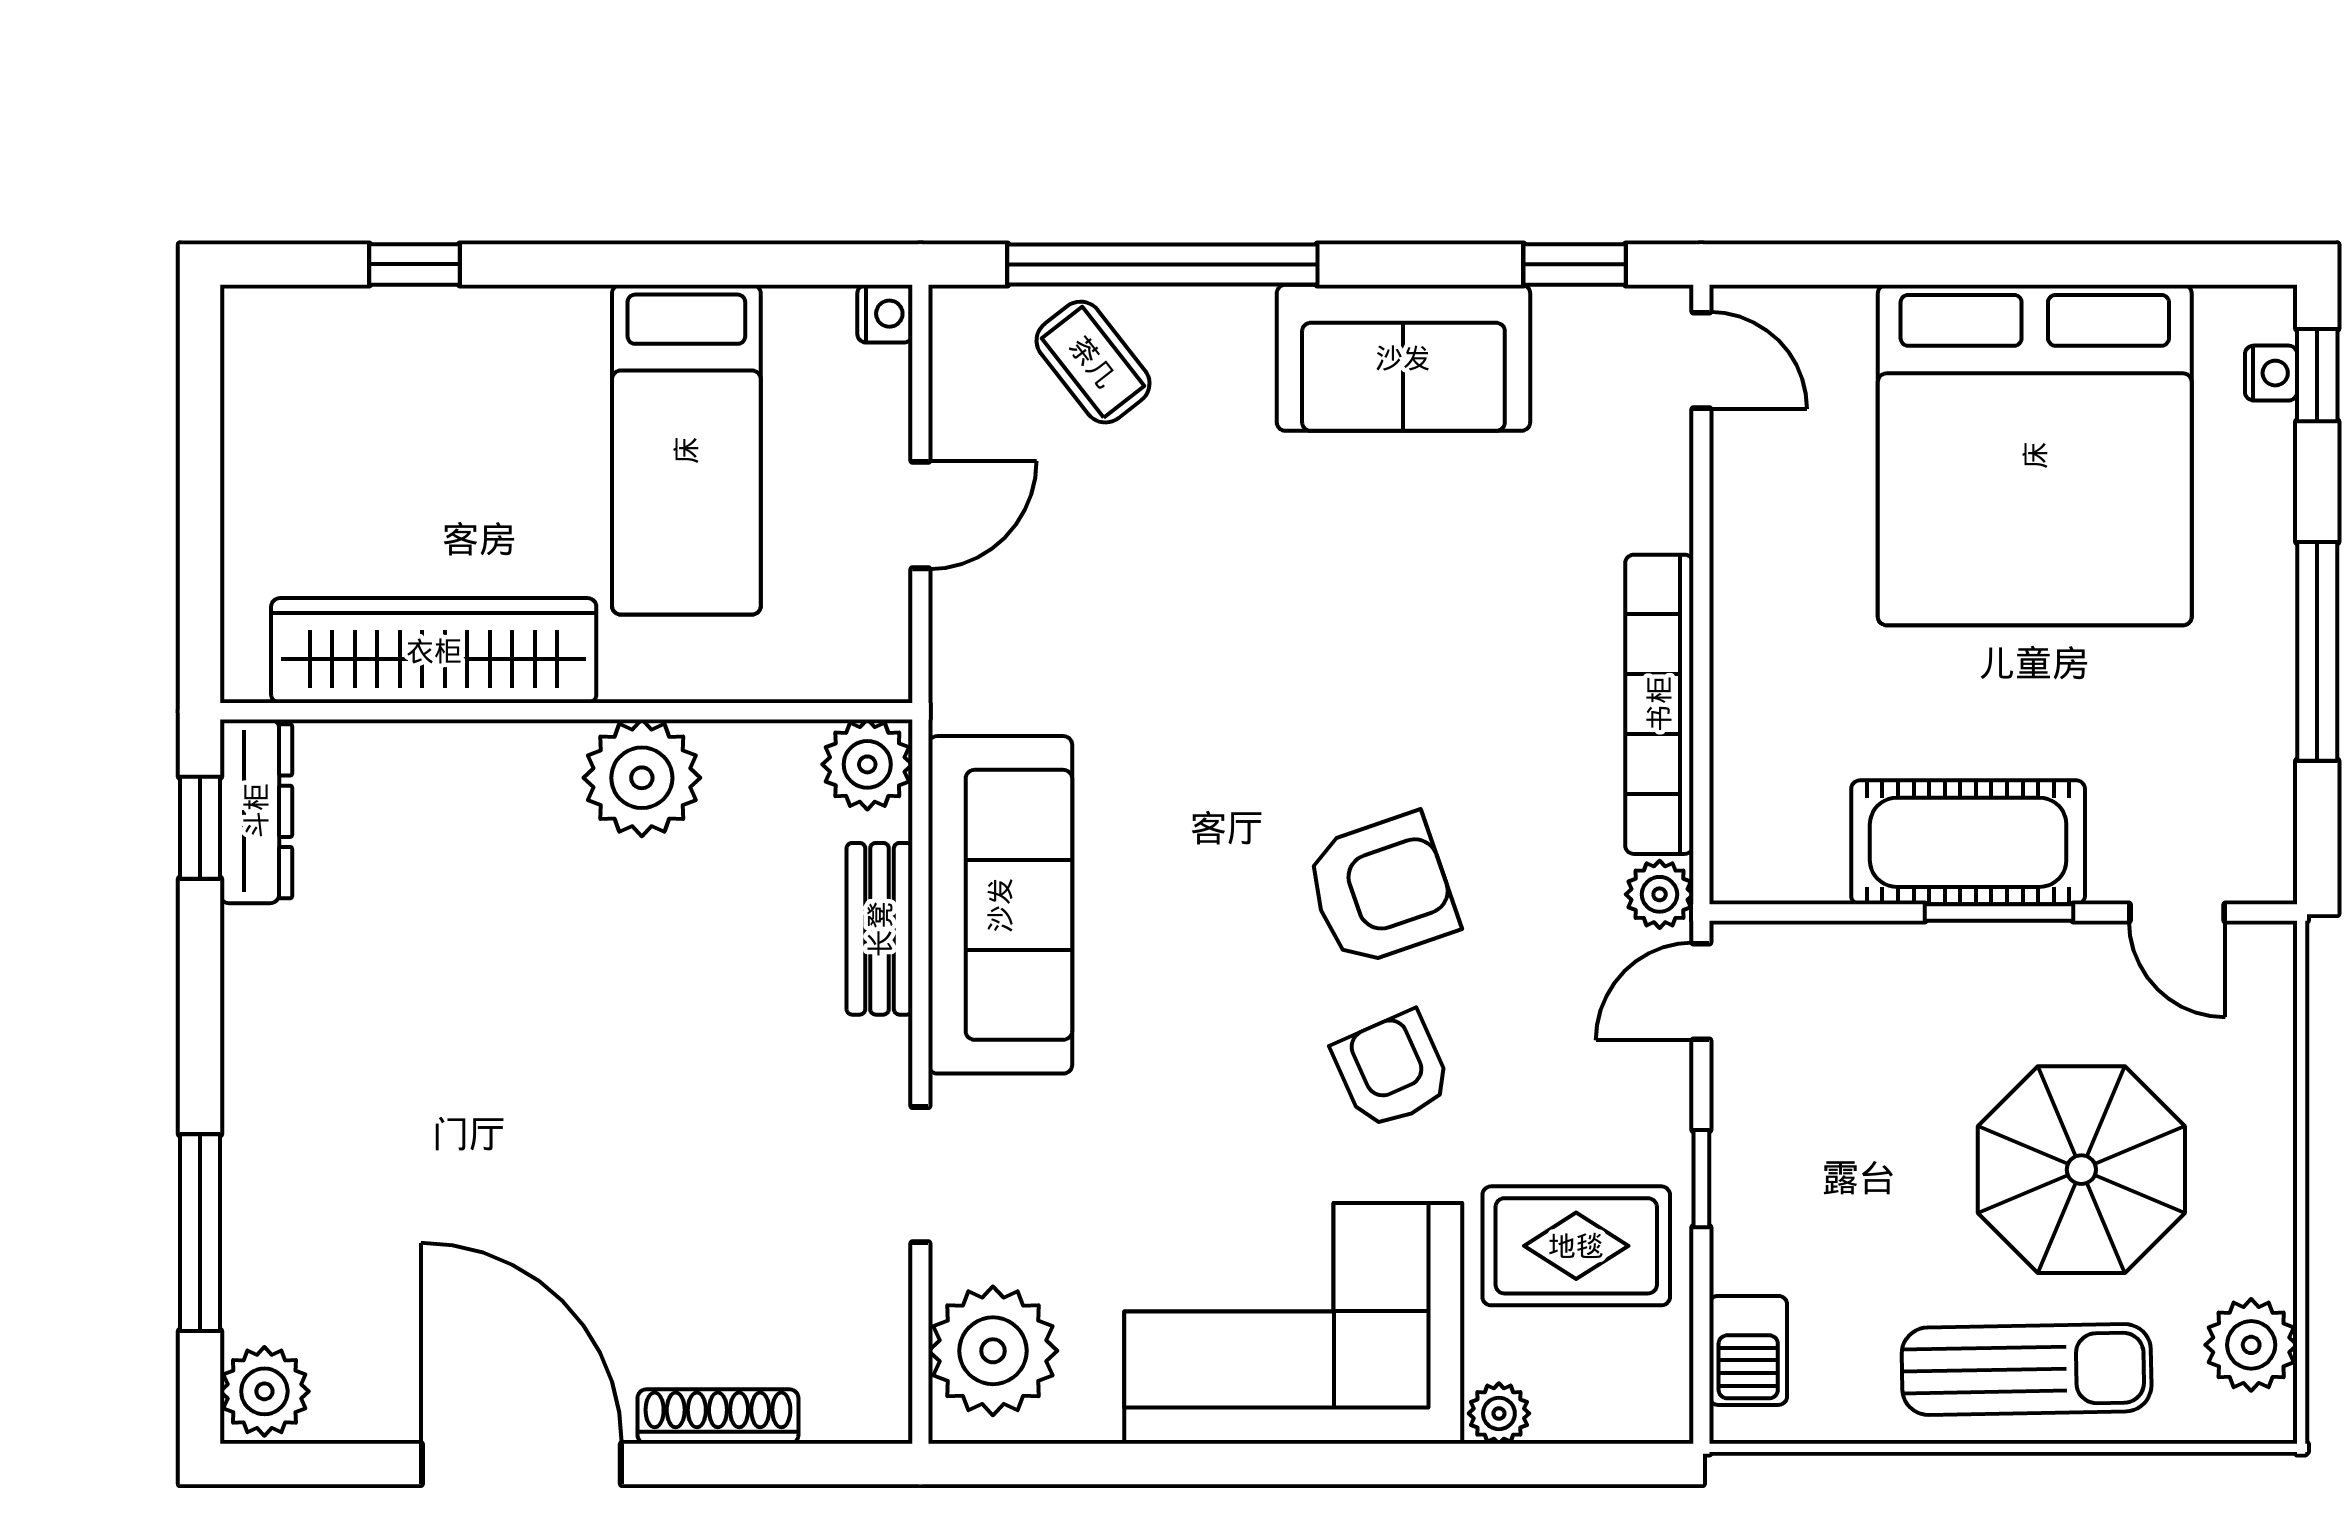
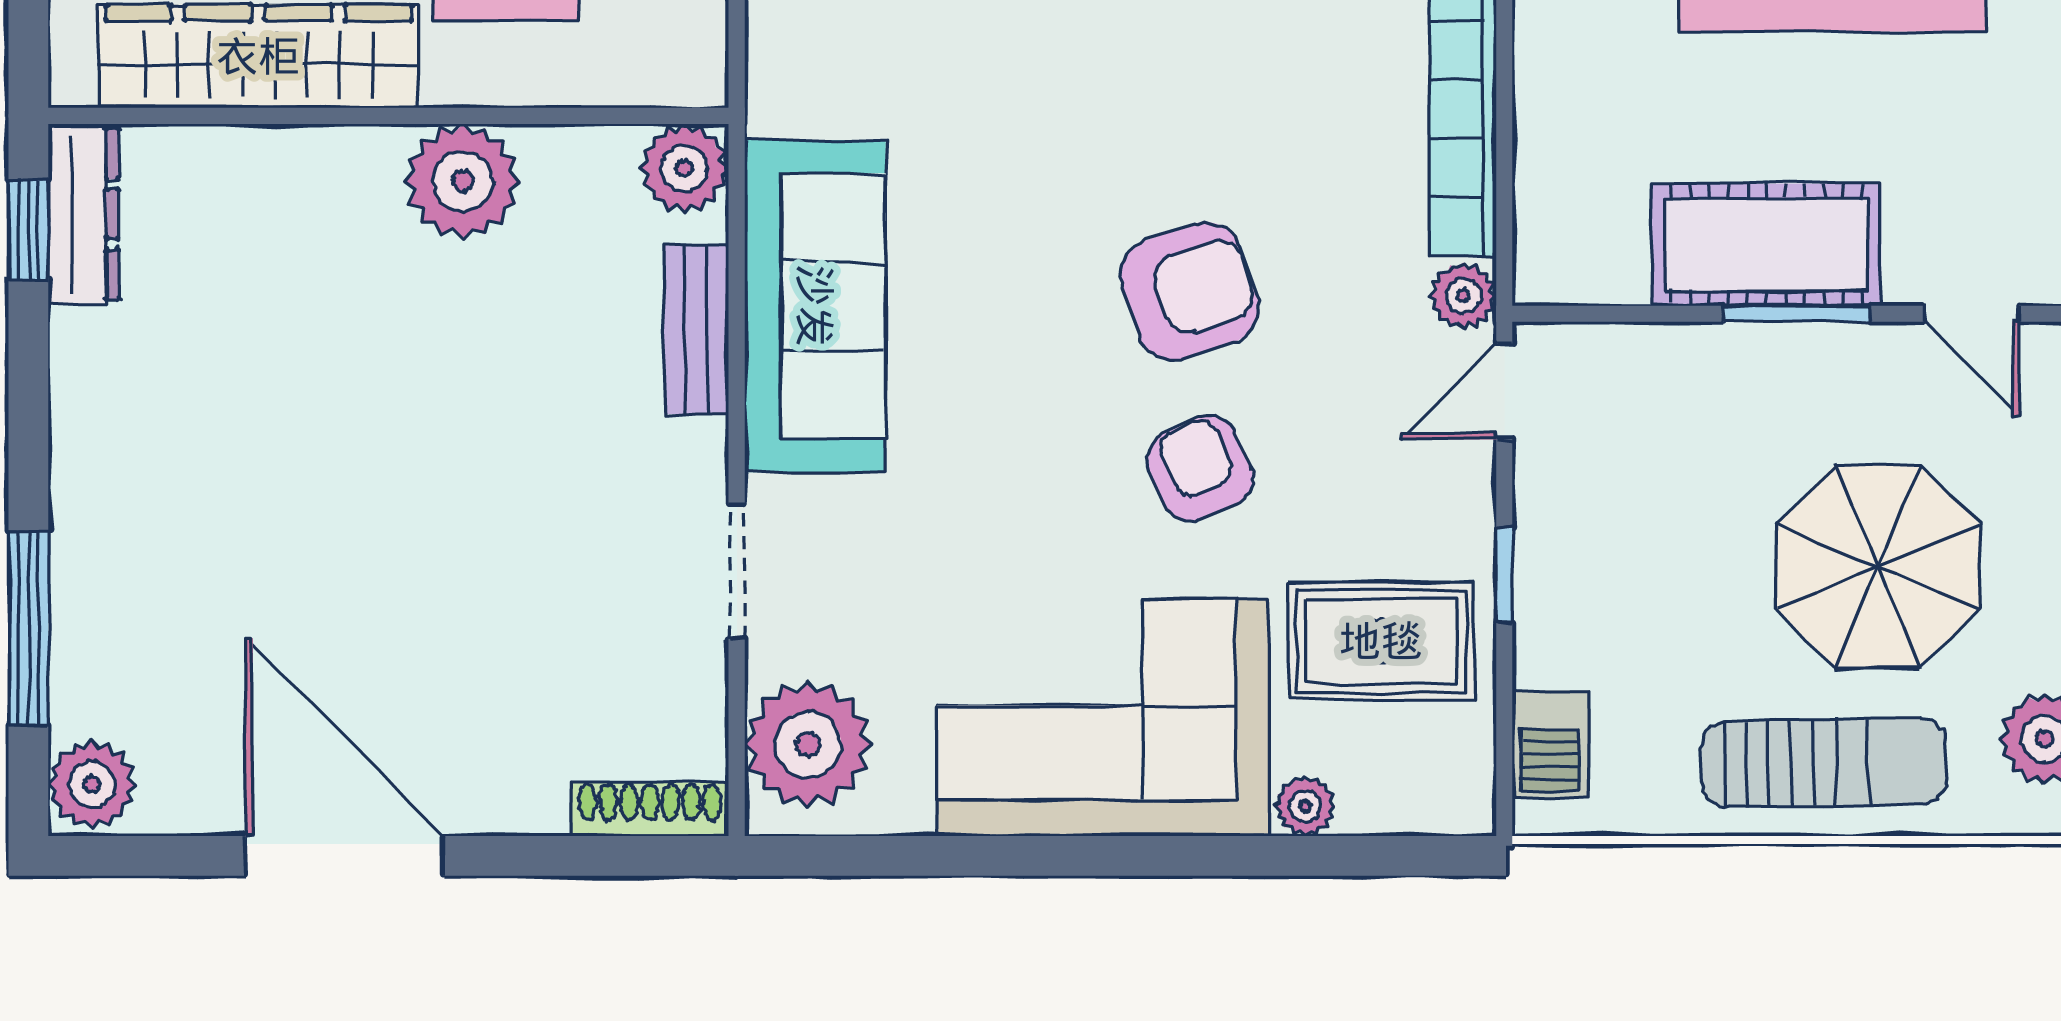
shoe rack: (718, 1417) -> (650, 809), moved

